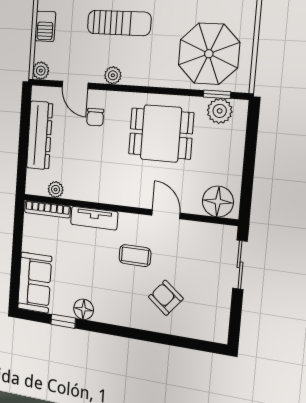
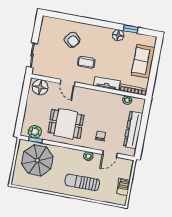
plant: (41, 71) -> (129, 164), removed
door: (75, 85) -> (110, 154), swing flipped
sofa: (35, 283) -> (143, 61), moved

